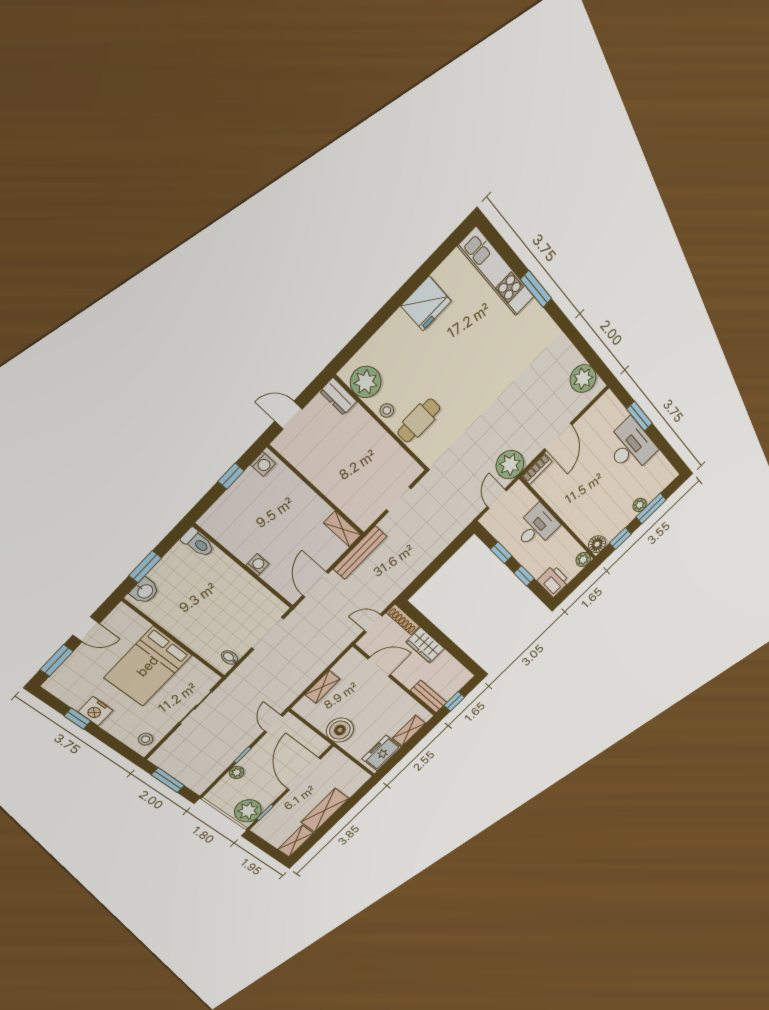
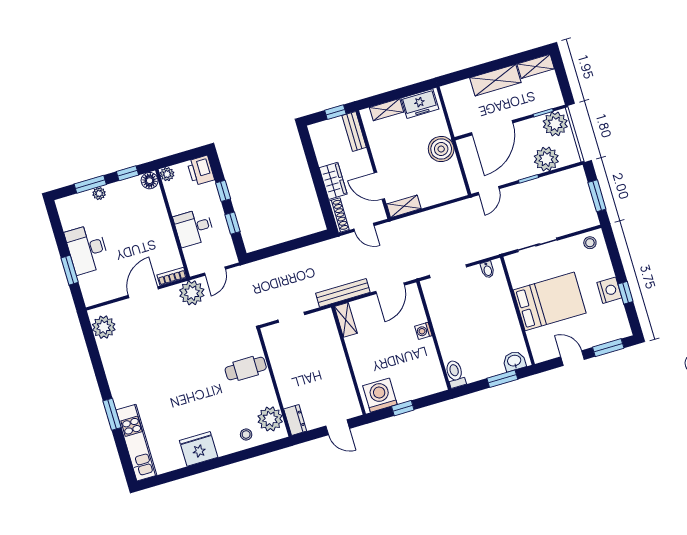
stool: (387, 410) -> (246, 434), moved
washing machine: (263, 464) -> (380, 395), width x1.89, depth x1.89
shelving: (322, 687) -> (404, 206), moved
plant: (237, 772) -> (546, 159), width x1.87, depth x1.87

